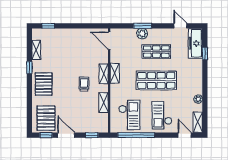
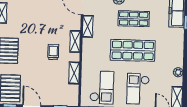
shelving: (115, 73) -> (88, 26), moved

